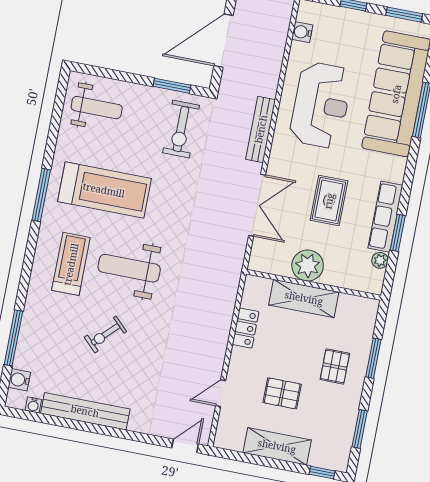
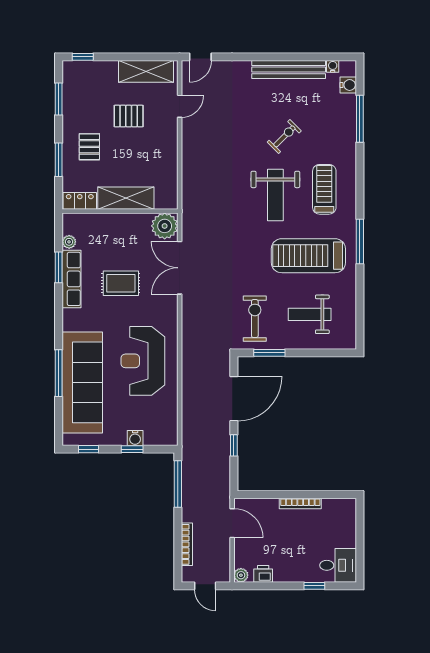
window: (404, 15) -> (89, 449), width x0.67
water cooler: (302, 32) -> (135, 438), moved, turned 90
weight bench: (97, 108) -> (310, 314), moved
bench: (261, 129) -> (189, 331), removed
rug: (329, 201) -> (121, 283), turned 90
treadmill: (71, 264) -> (324, 189), turned 180
plant: (308, 266) -> (165, 226), moved
weight bench: (129, 268) -> (275, 195), turned 90
locker: (246, 328) -> (80, 201), moved, turned 90
shelving: (277, 446) -> (146, 71), moved

